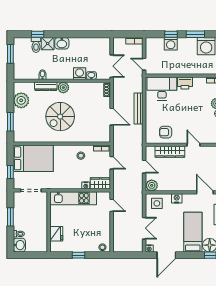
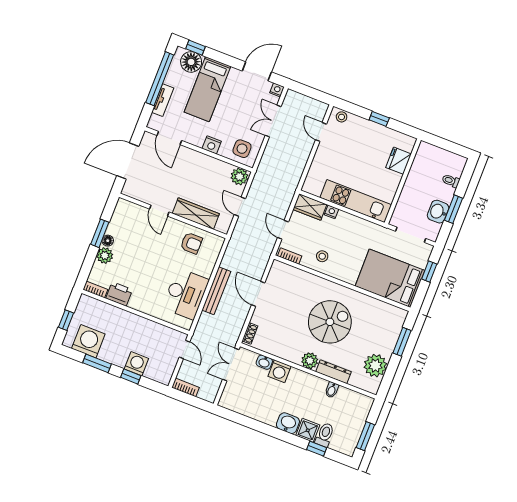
printer: (185, 83) -> (119, 294), moved
desk: (162, 89) -> (186, 294), moved, turned -90
door: (112, 205) -> (321, 132), moved
washbasin: (19, 245) -> (438, 212), moved

